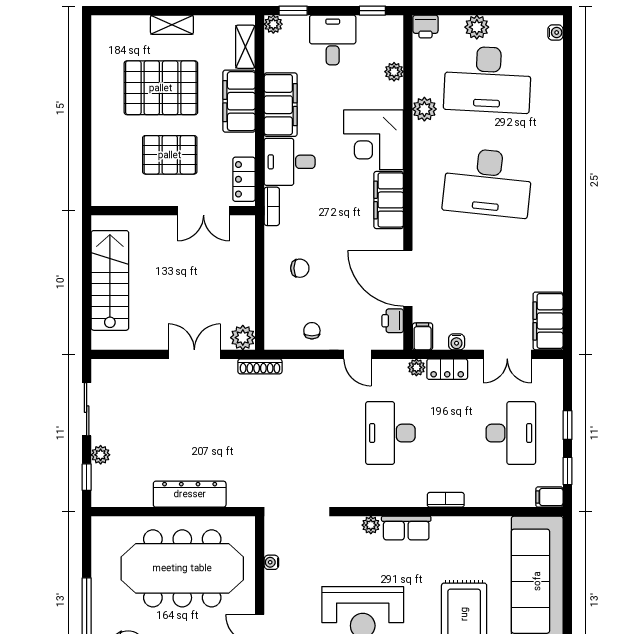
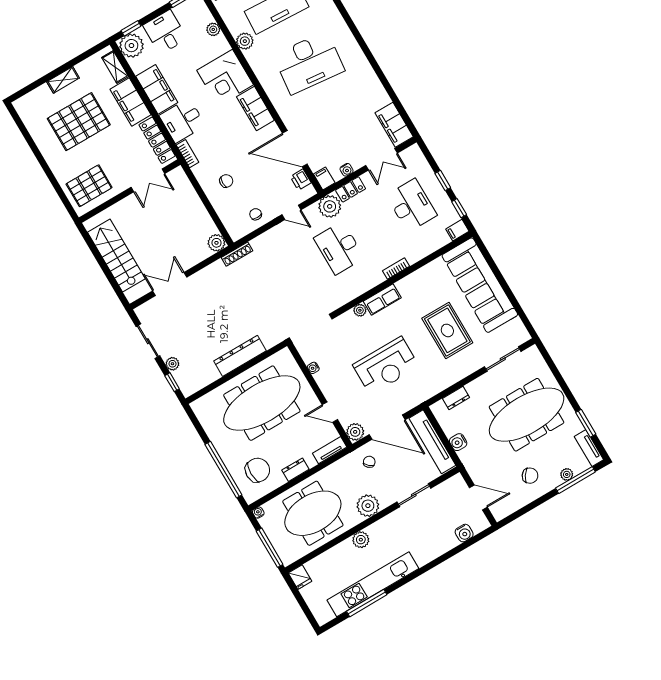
plant: (273, 24) -> (131, 46), width x1.88, depth x1.88
pallet: (170, 155) -> (89, 186), moved
locker: (244, 179) -> (157, 140), width x1.53
double door: (194, 354) -> (170, 284), moved
plant: (416, 367) -> (330, 206), width x1.87, depth x1.87

